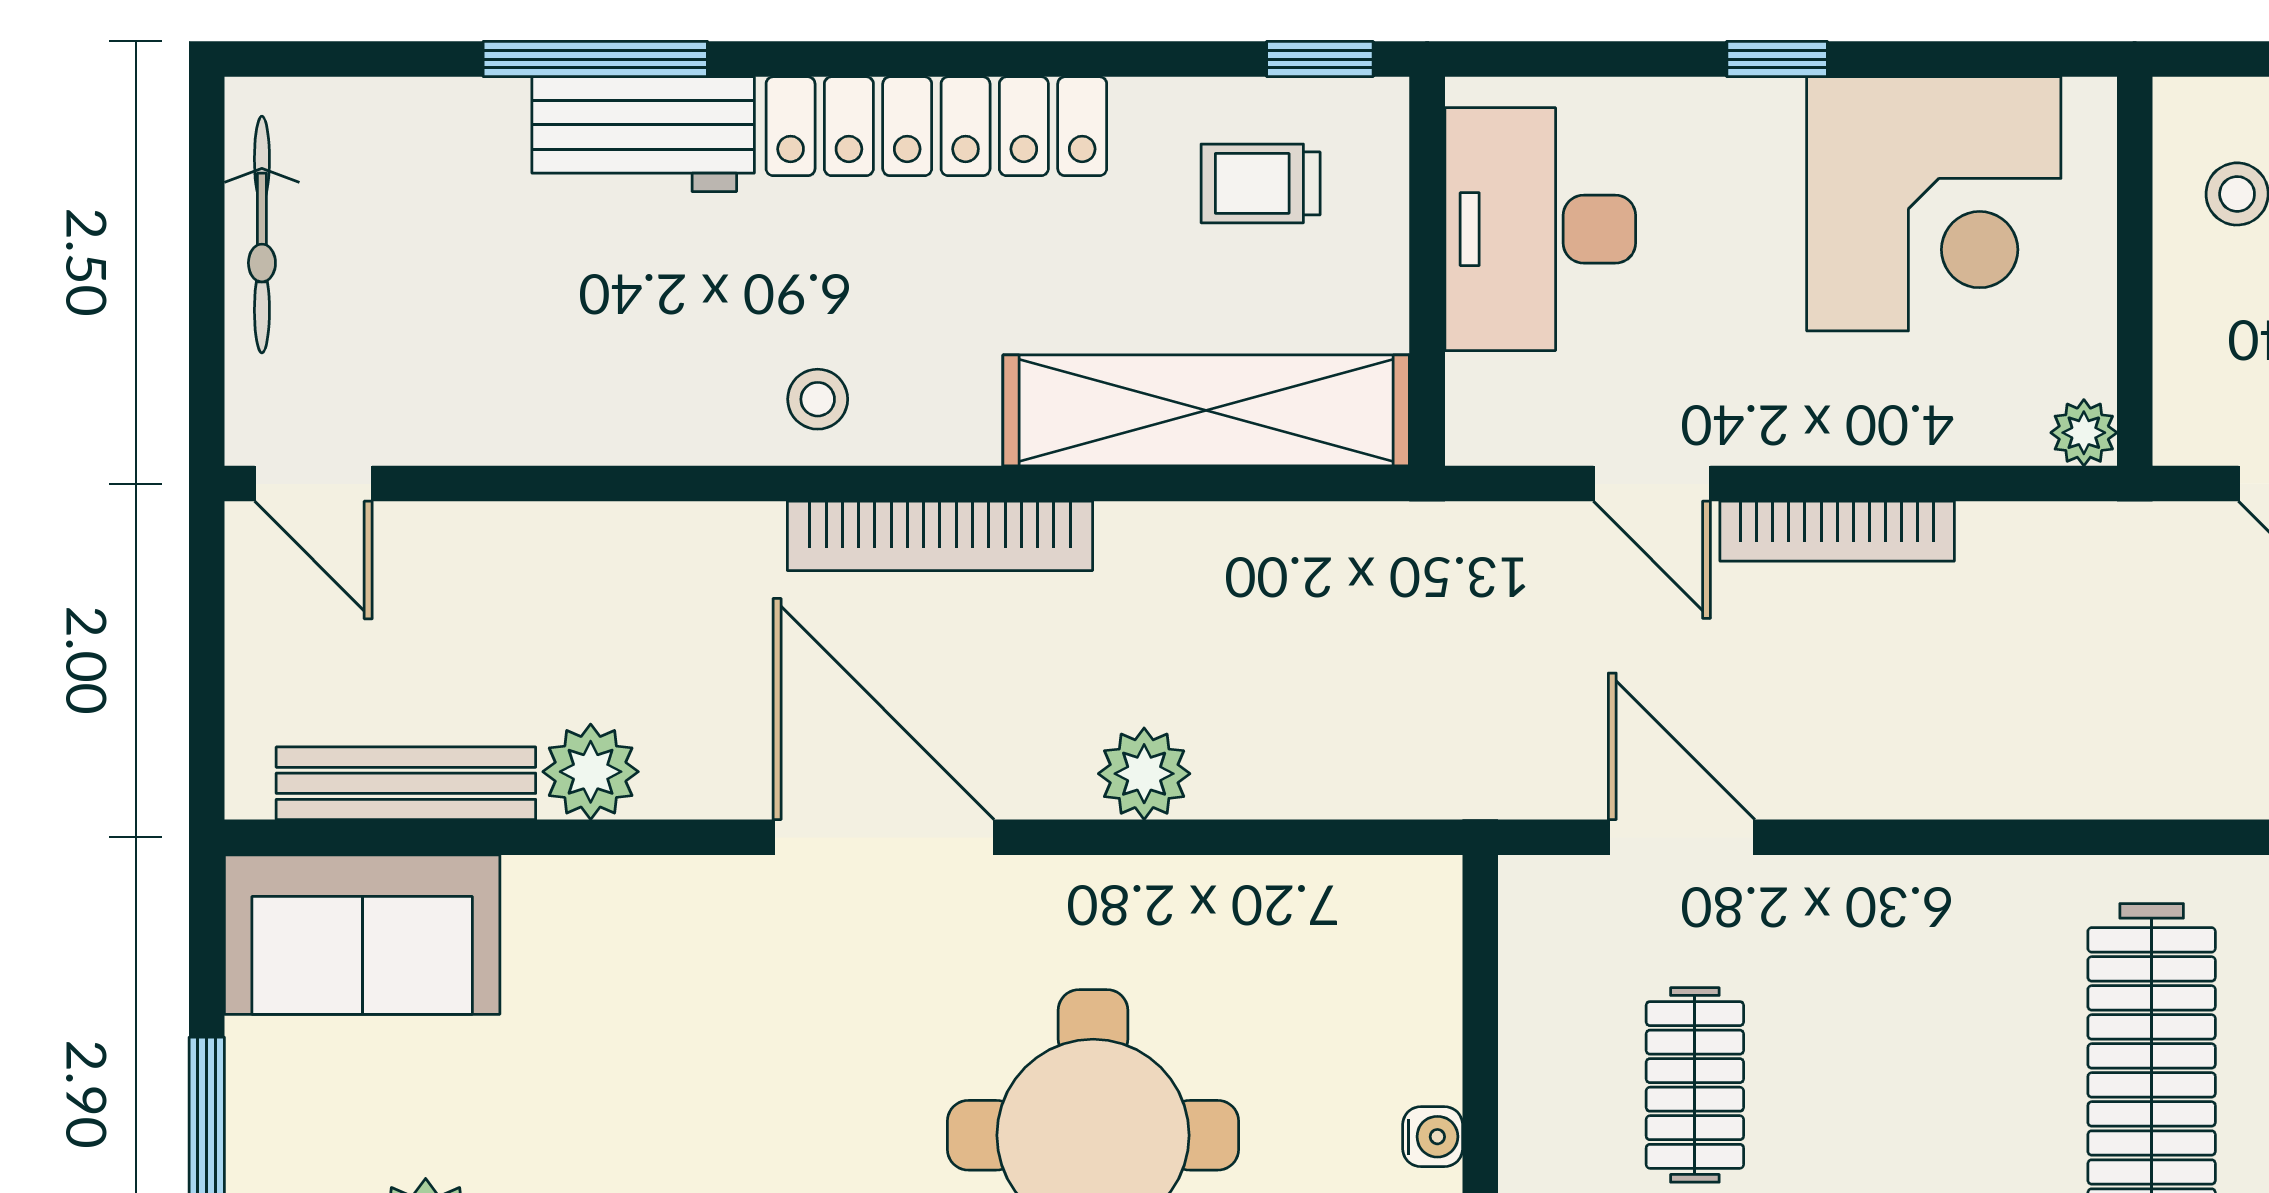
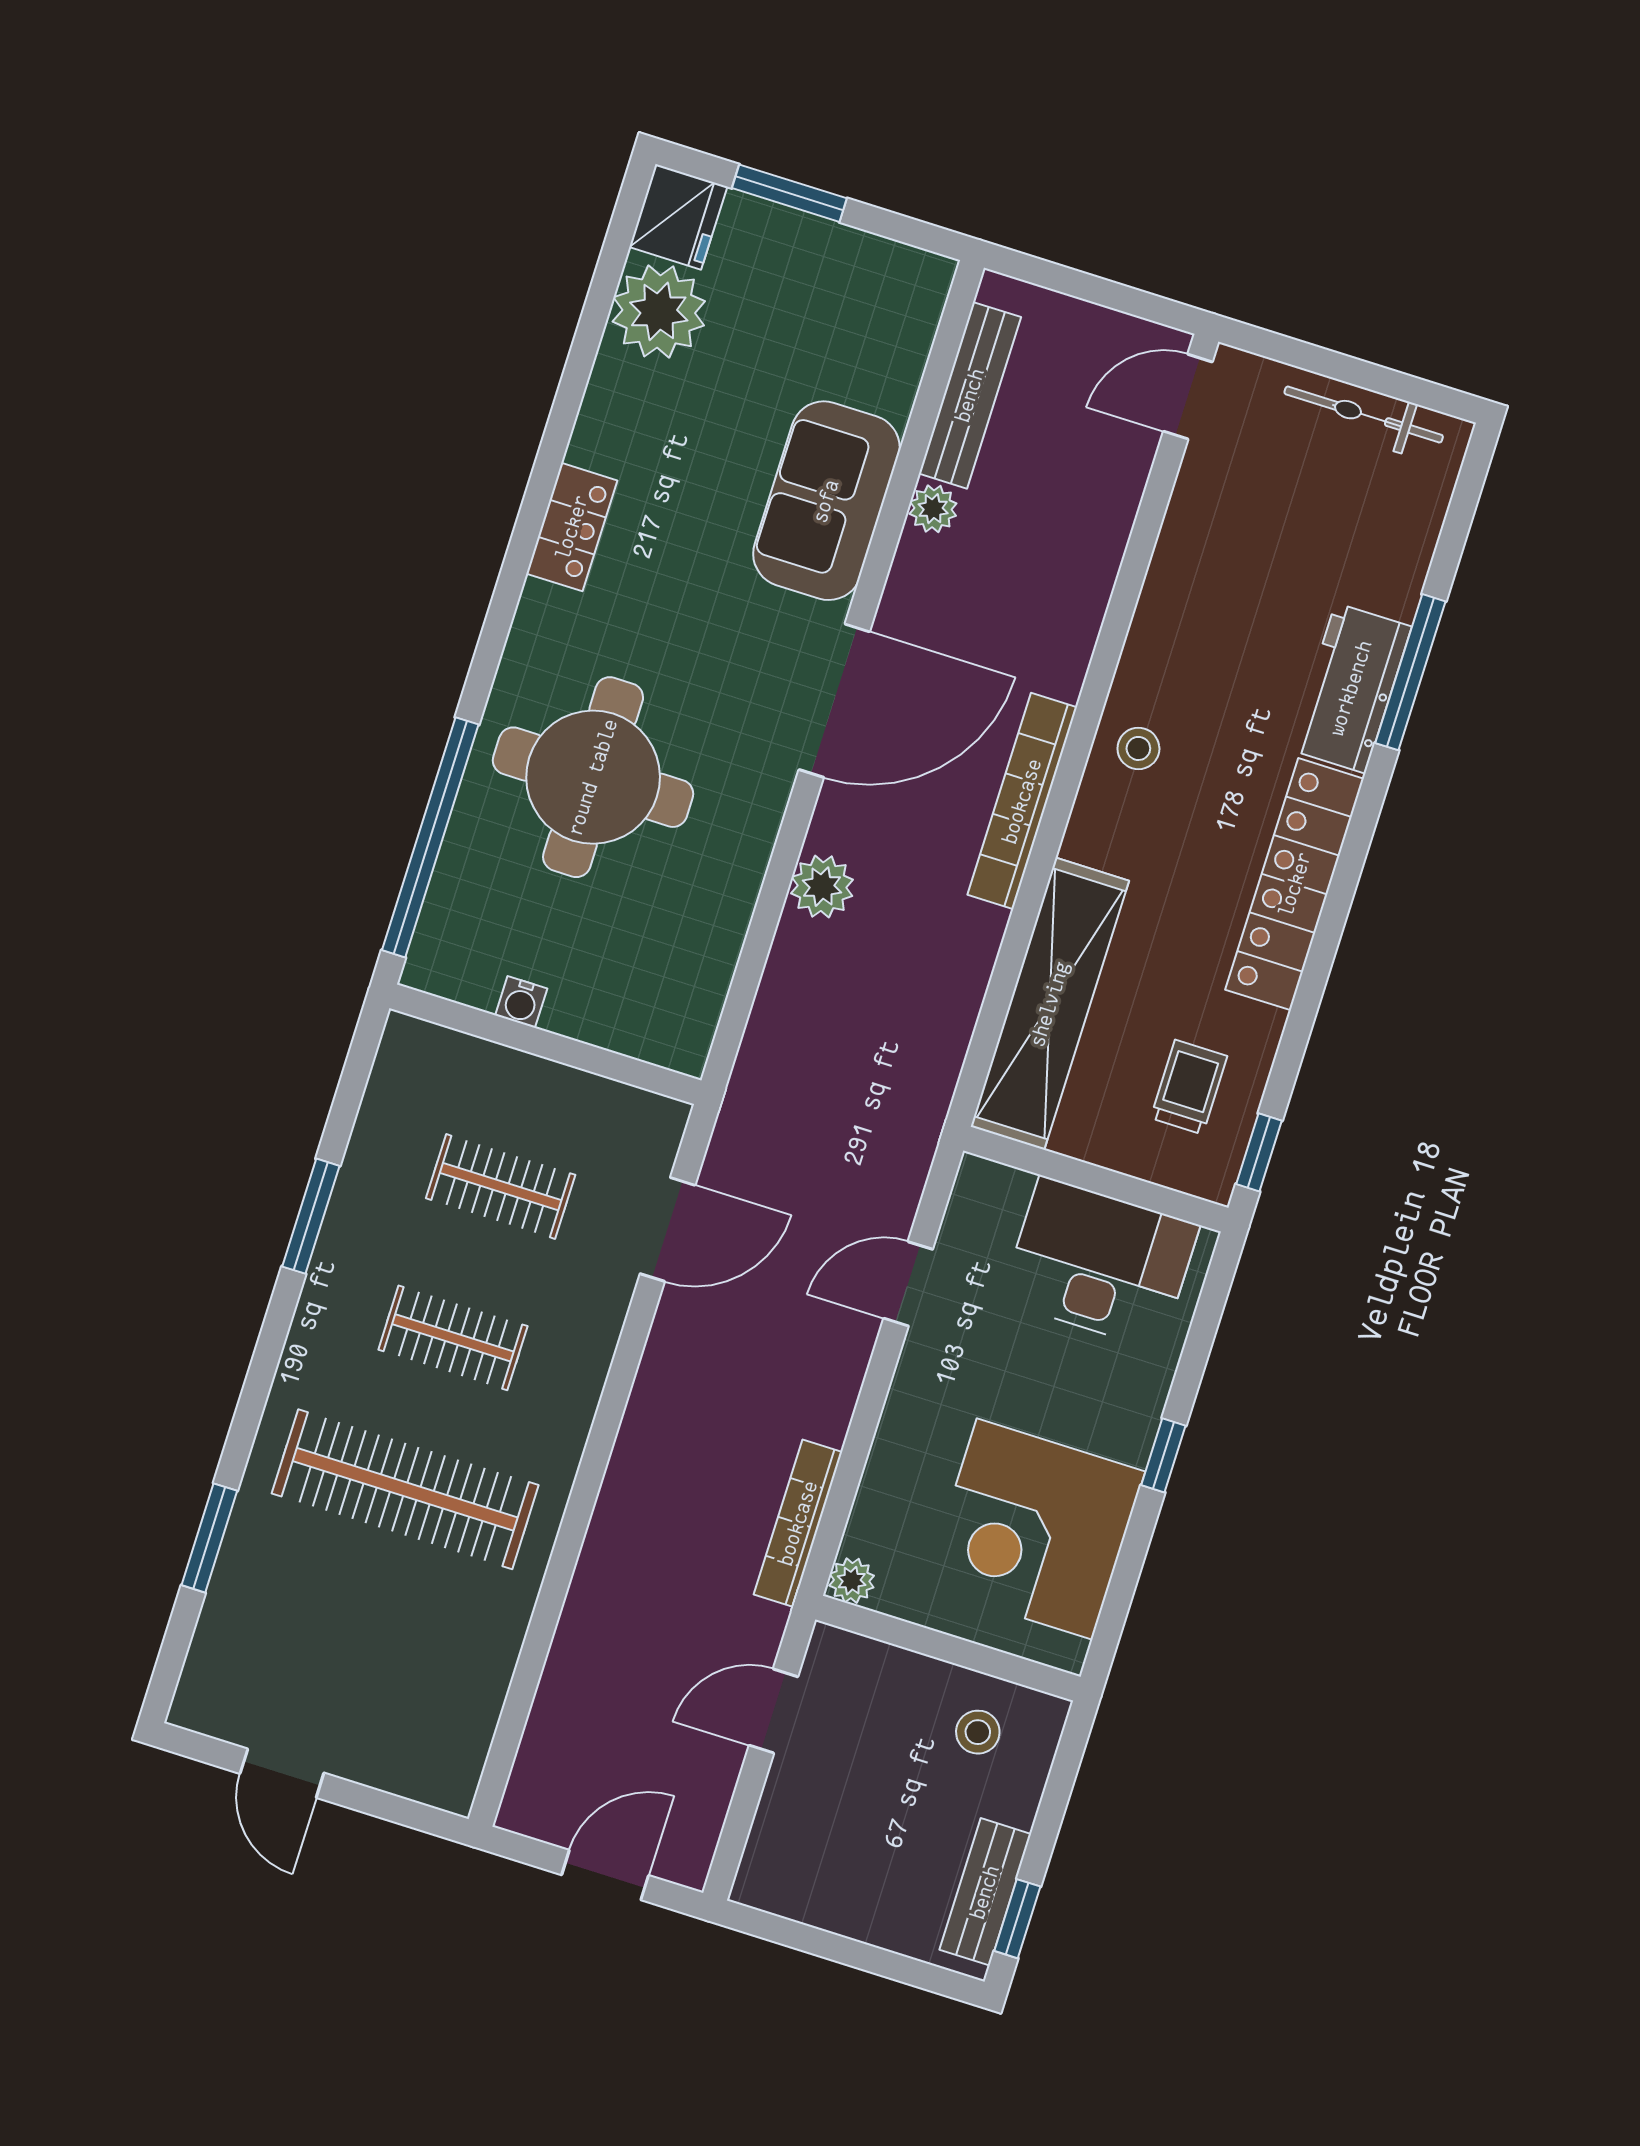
bookcase: (1837, 531) -> (798, 1523), moved
plant: (591, 772) -> (933, 509), width x0.73, depth x0.73
sofa: (362, 935) -> (826, 501), moved
clothes rail: (1923, 1085) -> (453, 1338), added

